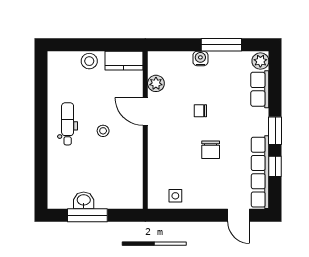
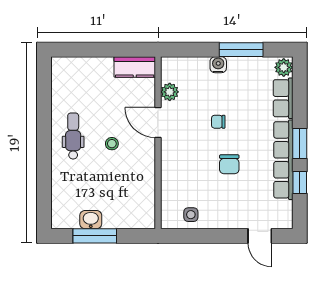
stool: (89, 61) -> (97, 67), removed
row of seats: (260, 172) -> (283, 160), moved

